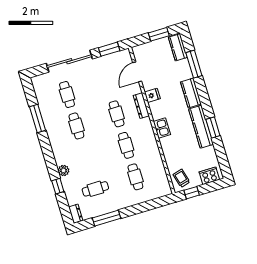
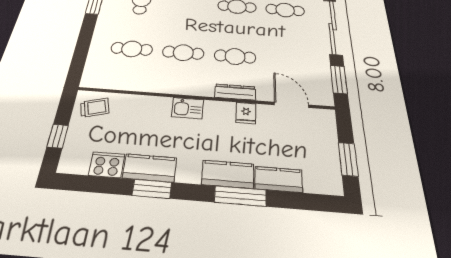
kitchen counter: (178, 47) -> (279, 179), moved
window: (194, 64) -> (240, 196), moved
kitchen counter: (201, 127) -> (150, 168), width x0.67
cooker: (209, 176) -> (107, 165), moved, turned -90
window: (192, 193) -> (58, 136), moved

